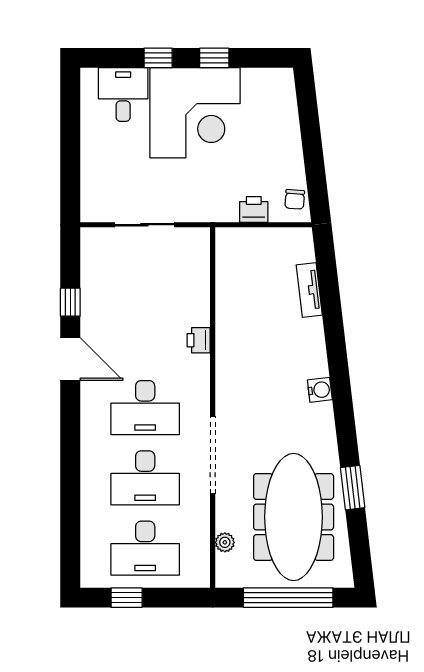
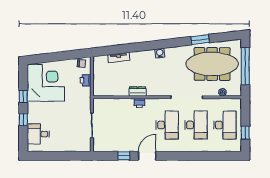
corner desk: (195, 113) -> (46, 83), moved
dresser: (227, 336) -> (138, 91), added

